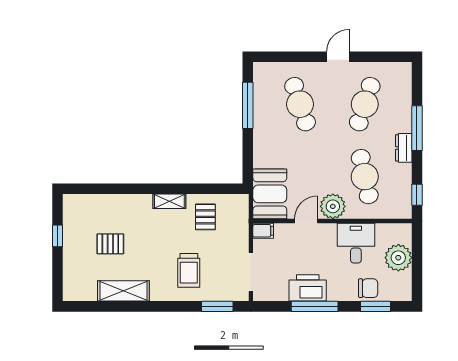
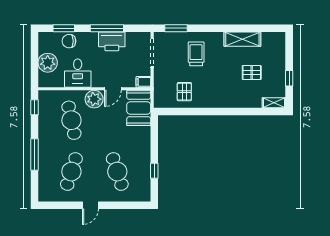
window: (248, 105) -> (154, 171), width x0.46
dresser: (404, 148) -> (44, 141), removed
shelving: (169, 201) -> (274, 103), moved

